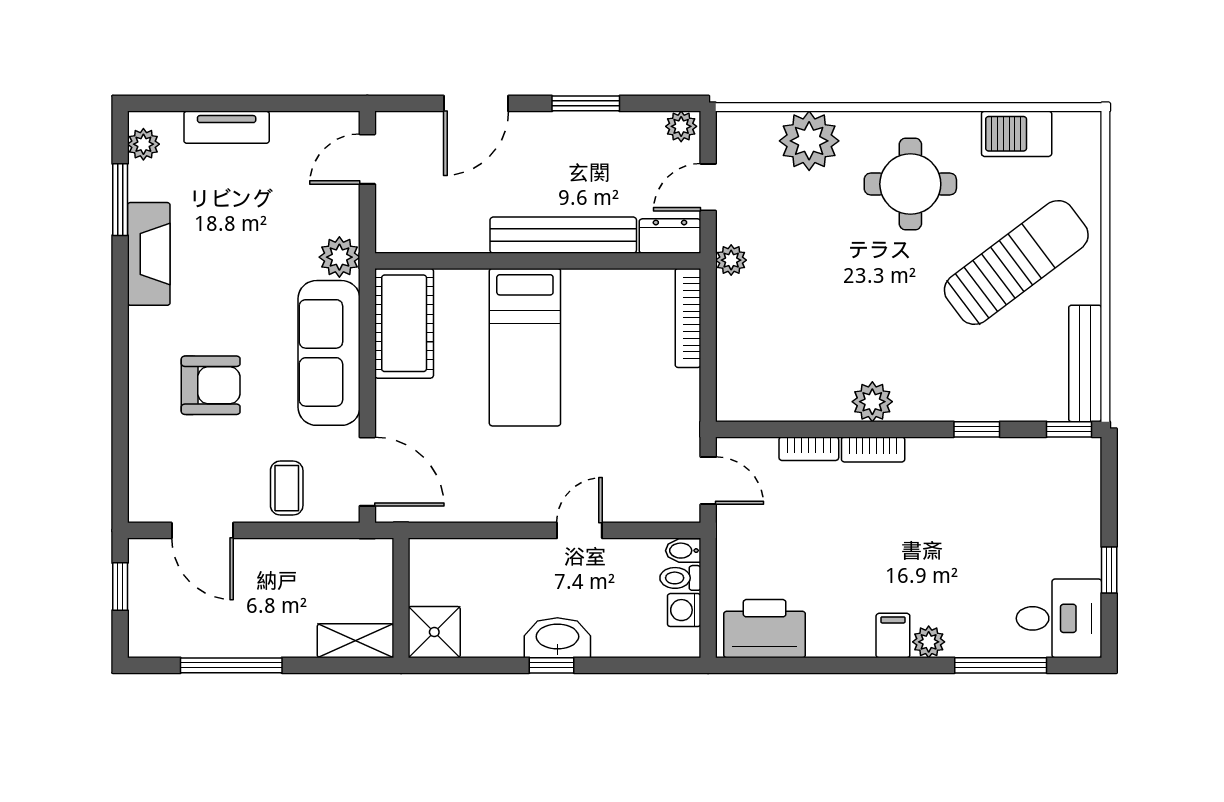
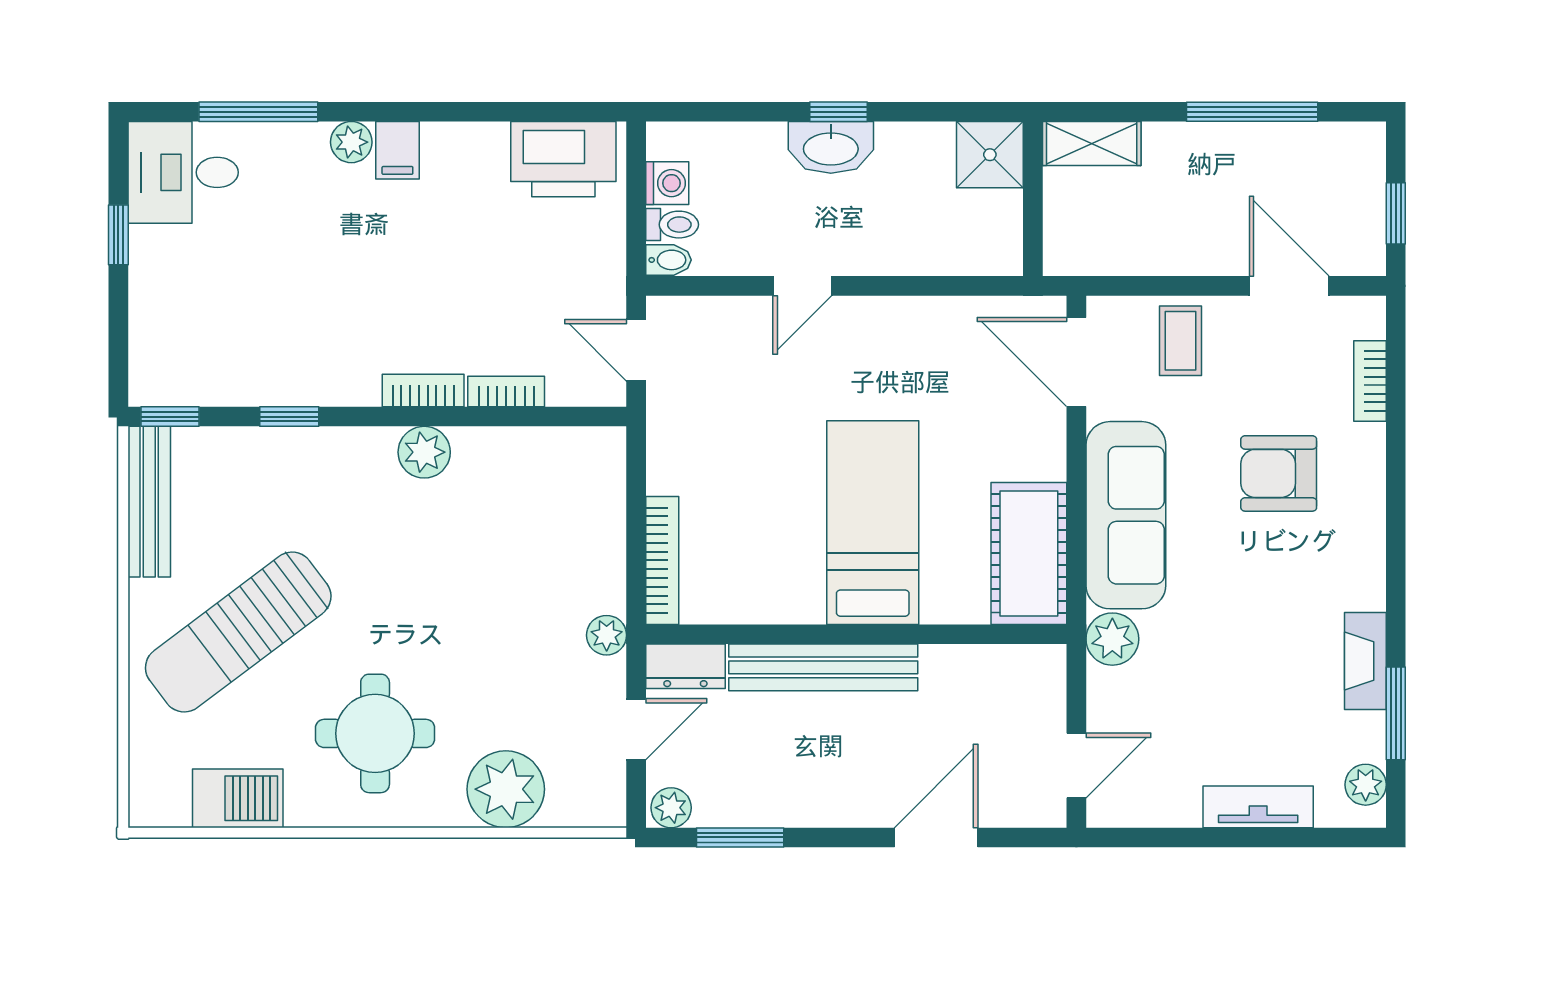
window: (586, 103) -> (740, 837), moved
fireplace: (149, 254) -> (1365, 661), width x0.73, depth x0.76
bookcase: (140, 457) -> (1370, 381), added

